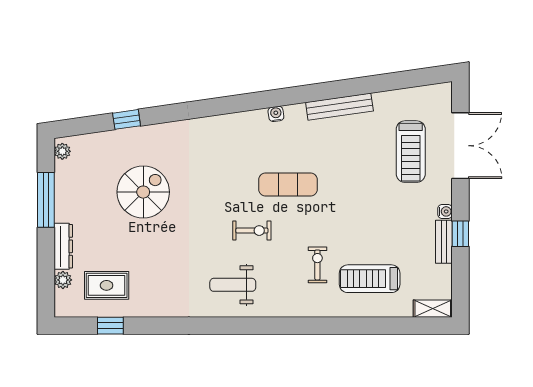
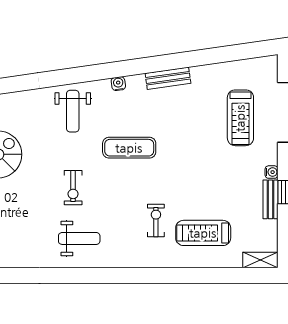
bench: (339, 107) -> (168, 78), width x0.73
weight bench: (226, 144) -> (73, 111), added
exercise bike: (252, 231) -> (73, 188), moved, turned 90
weight bench: (233, 285) -> (79, 238), turned 180

